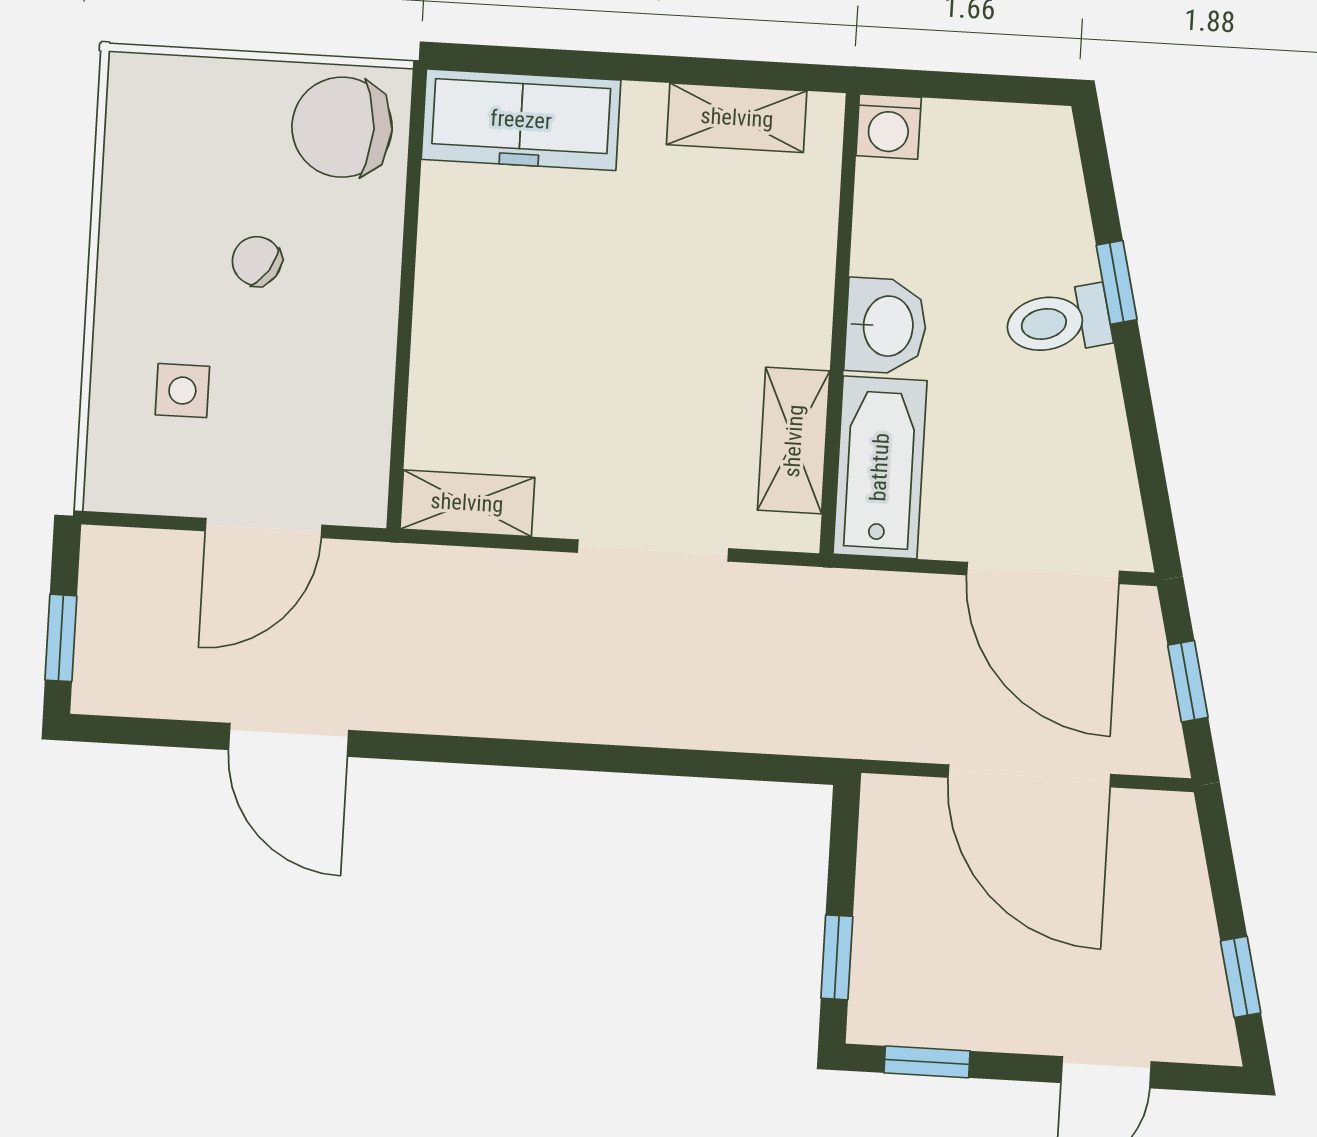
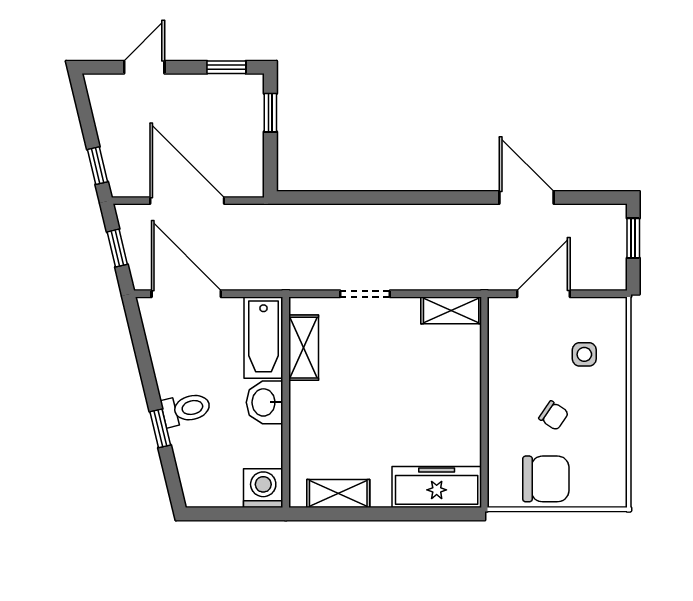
chair: (342, 127) -> (546, 479), moved
washing machine: (889, 127) -> (263, 488), width x1.38, depth x1.38
doorway: (653, 550) -> (365, 294), width x0.73
window: (1241, 977) -> (98, 166), moved

